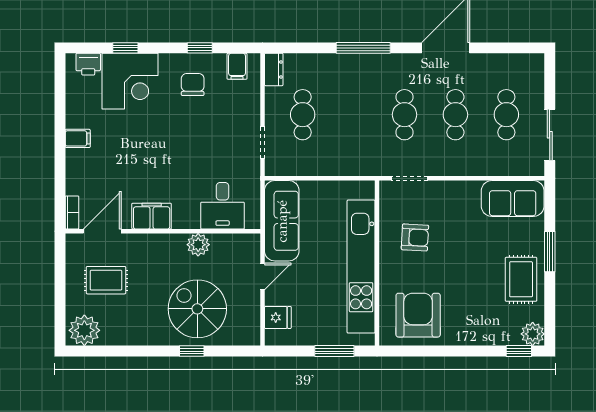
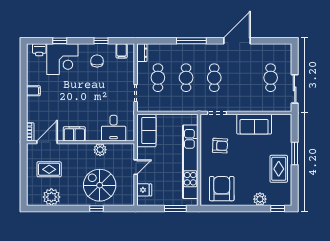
cafe table: (455, 115) -> (186, 78), moved
sofa: (513, 199) -> (254, 124), moved
sofa: (282, 221) -> (146, 130), width x0.73
plant: (84, 330) -> (51, 197), moved
plant: (533, 334) -> (260, 199), moved

